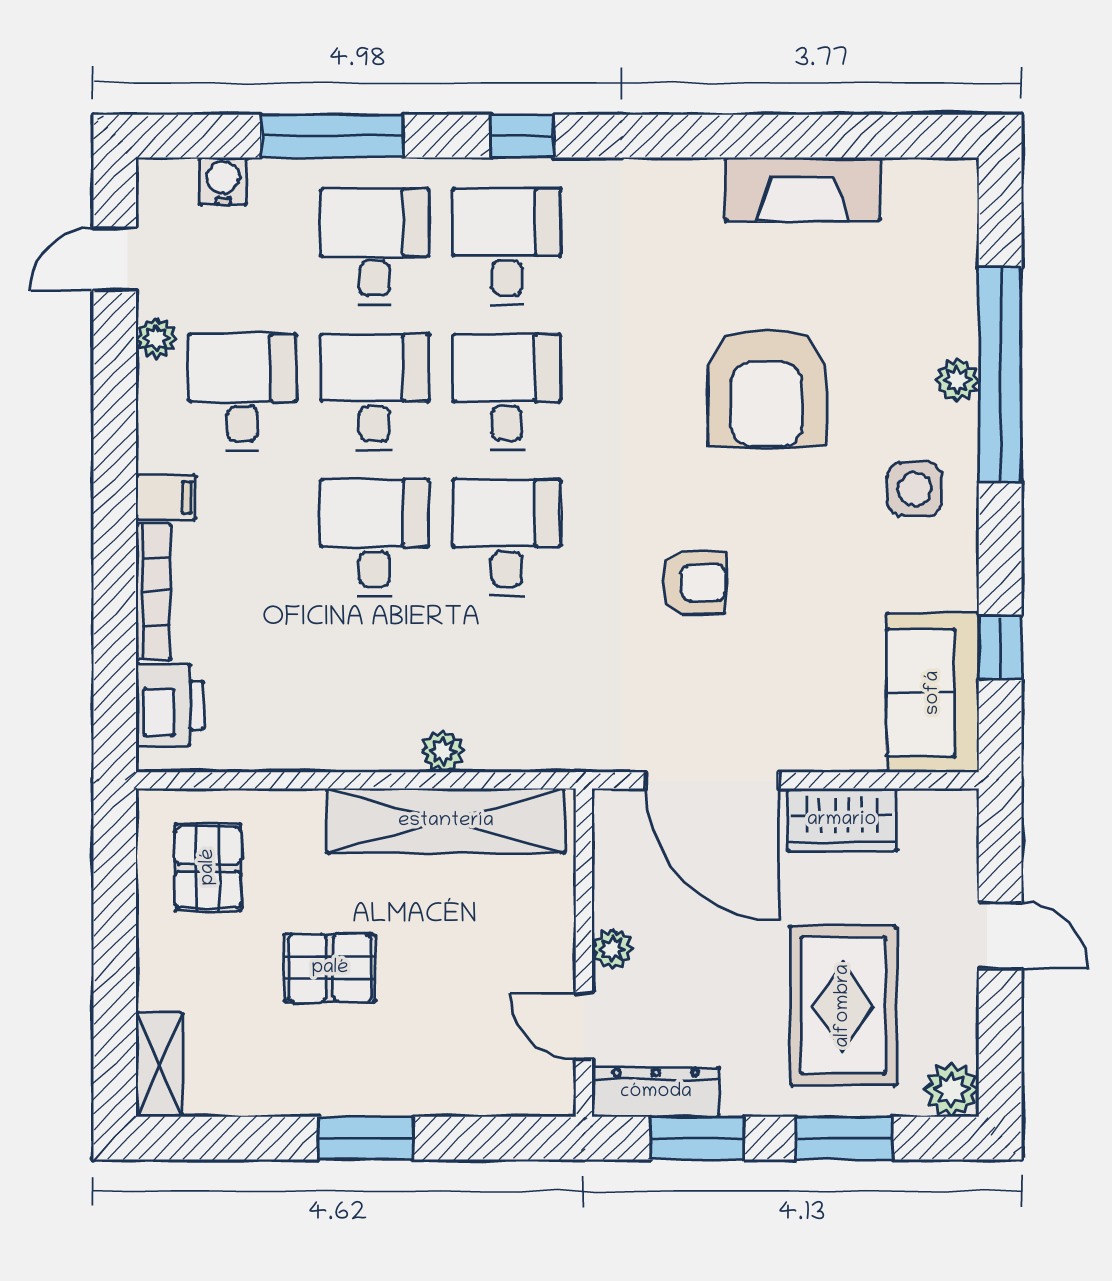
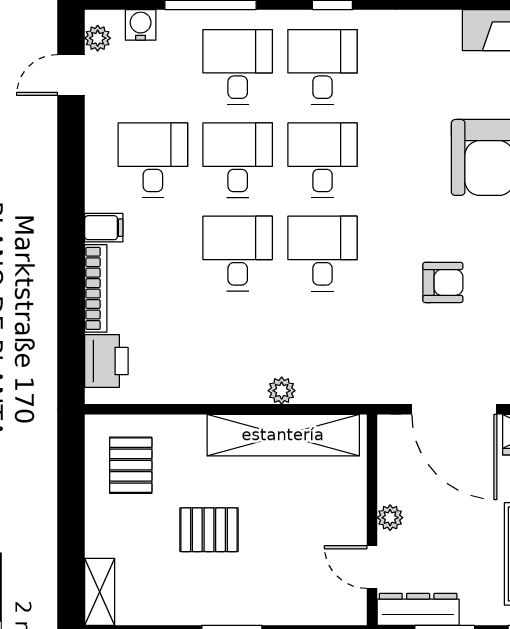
plant: (156, 338) -> (98, 38), moved

